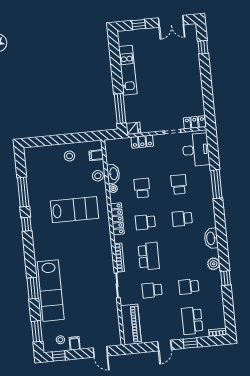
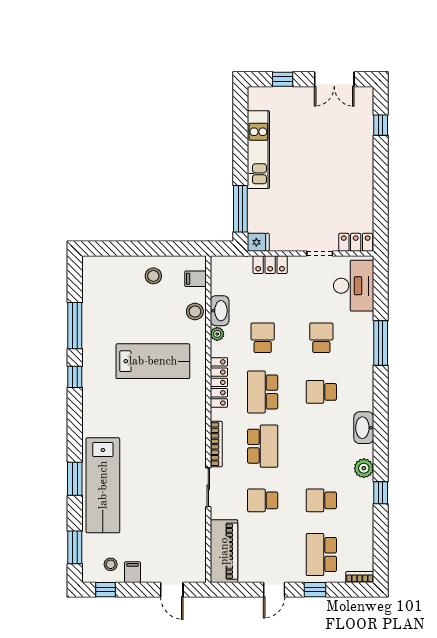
school desk: (145, 222) -> (263, 392), width x1.85

